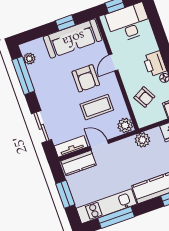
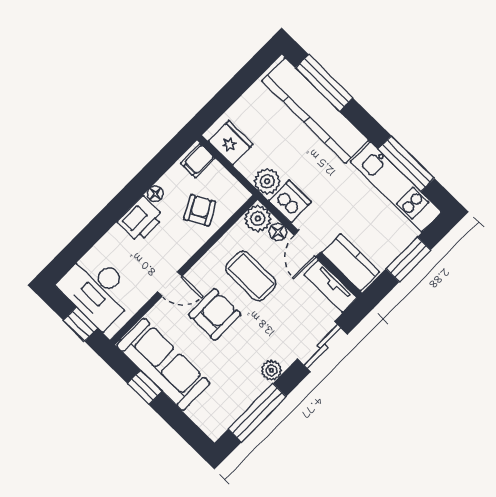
plant: (29, 59) -> (271, 370), moved
floor lamp: (113, 133) -> (278, 232), added
dishwasher: (126, 147) -> (290, 201), added

